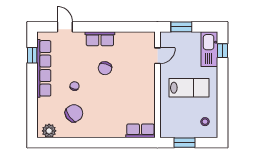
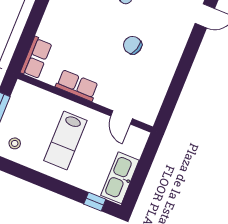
window: (181, 27) -> (146, 162), removed
row of seats: (100, 39) -> (77, 85), moved, turned 90
kitchen sink: (209, 49) -> (120, 178), moved, turned -90

